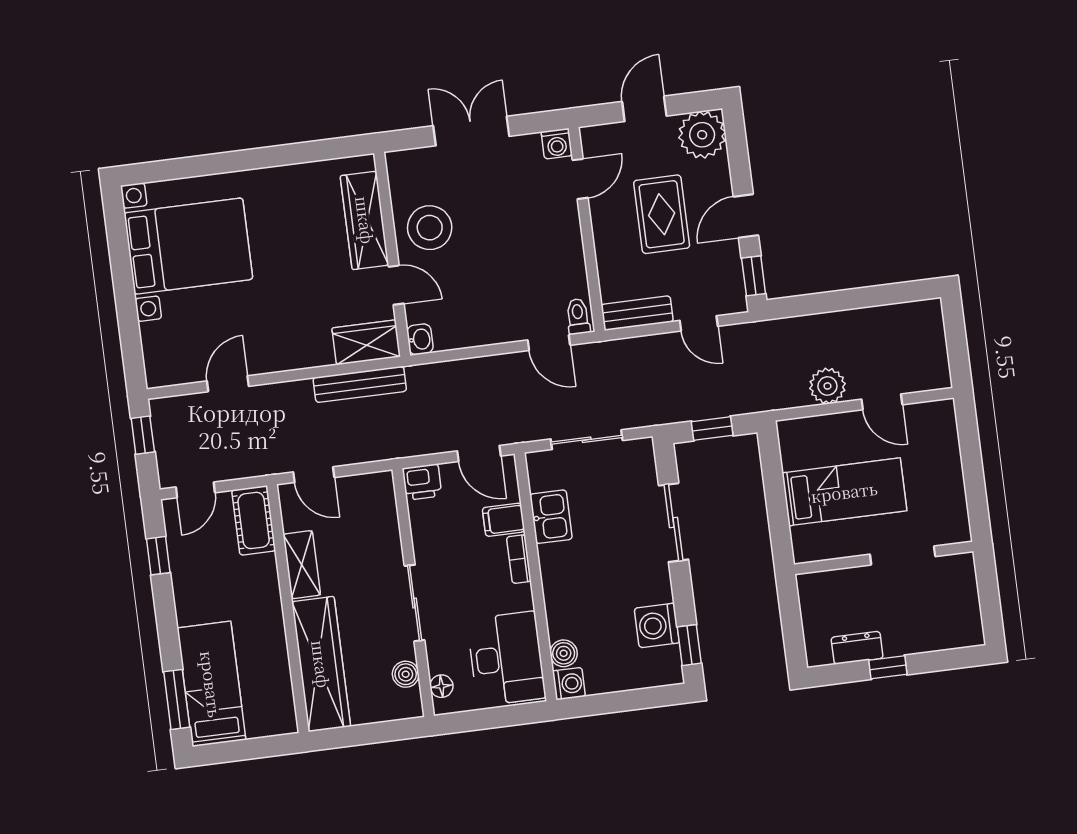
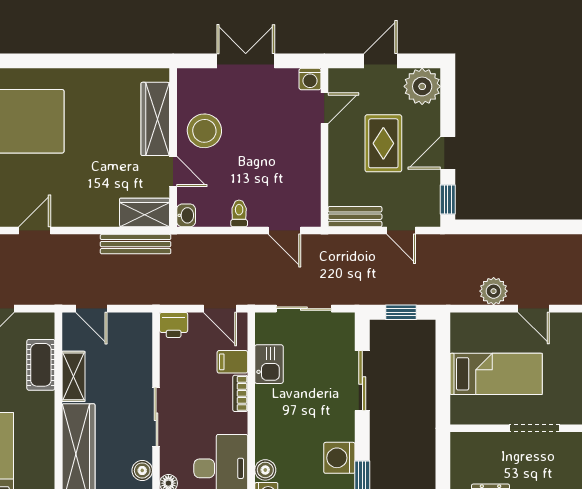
toilet: (578, 316) -> (239, 213), moved
cot: (254, 520) -> (41, 365), moved

